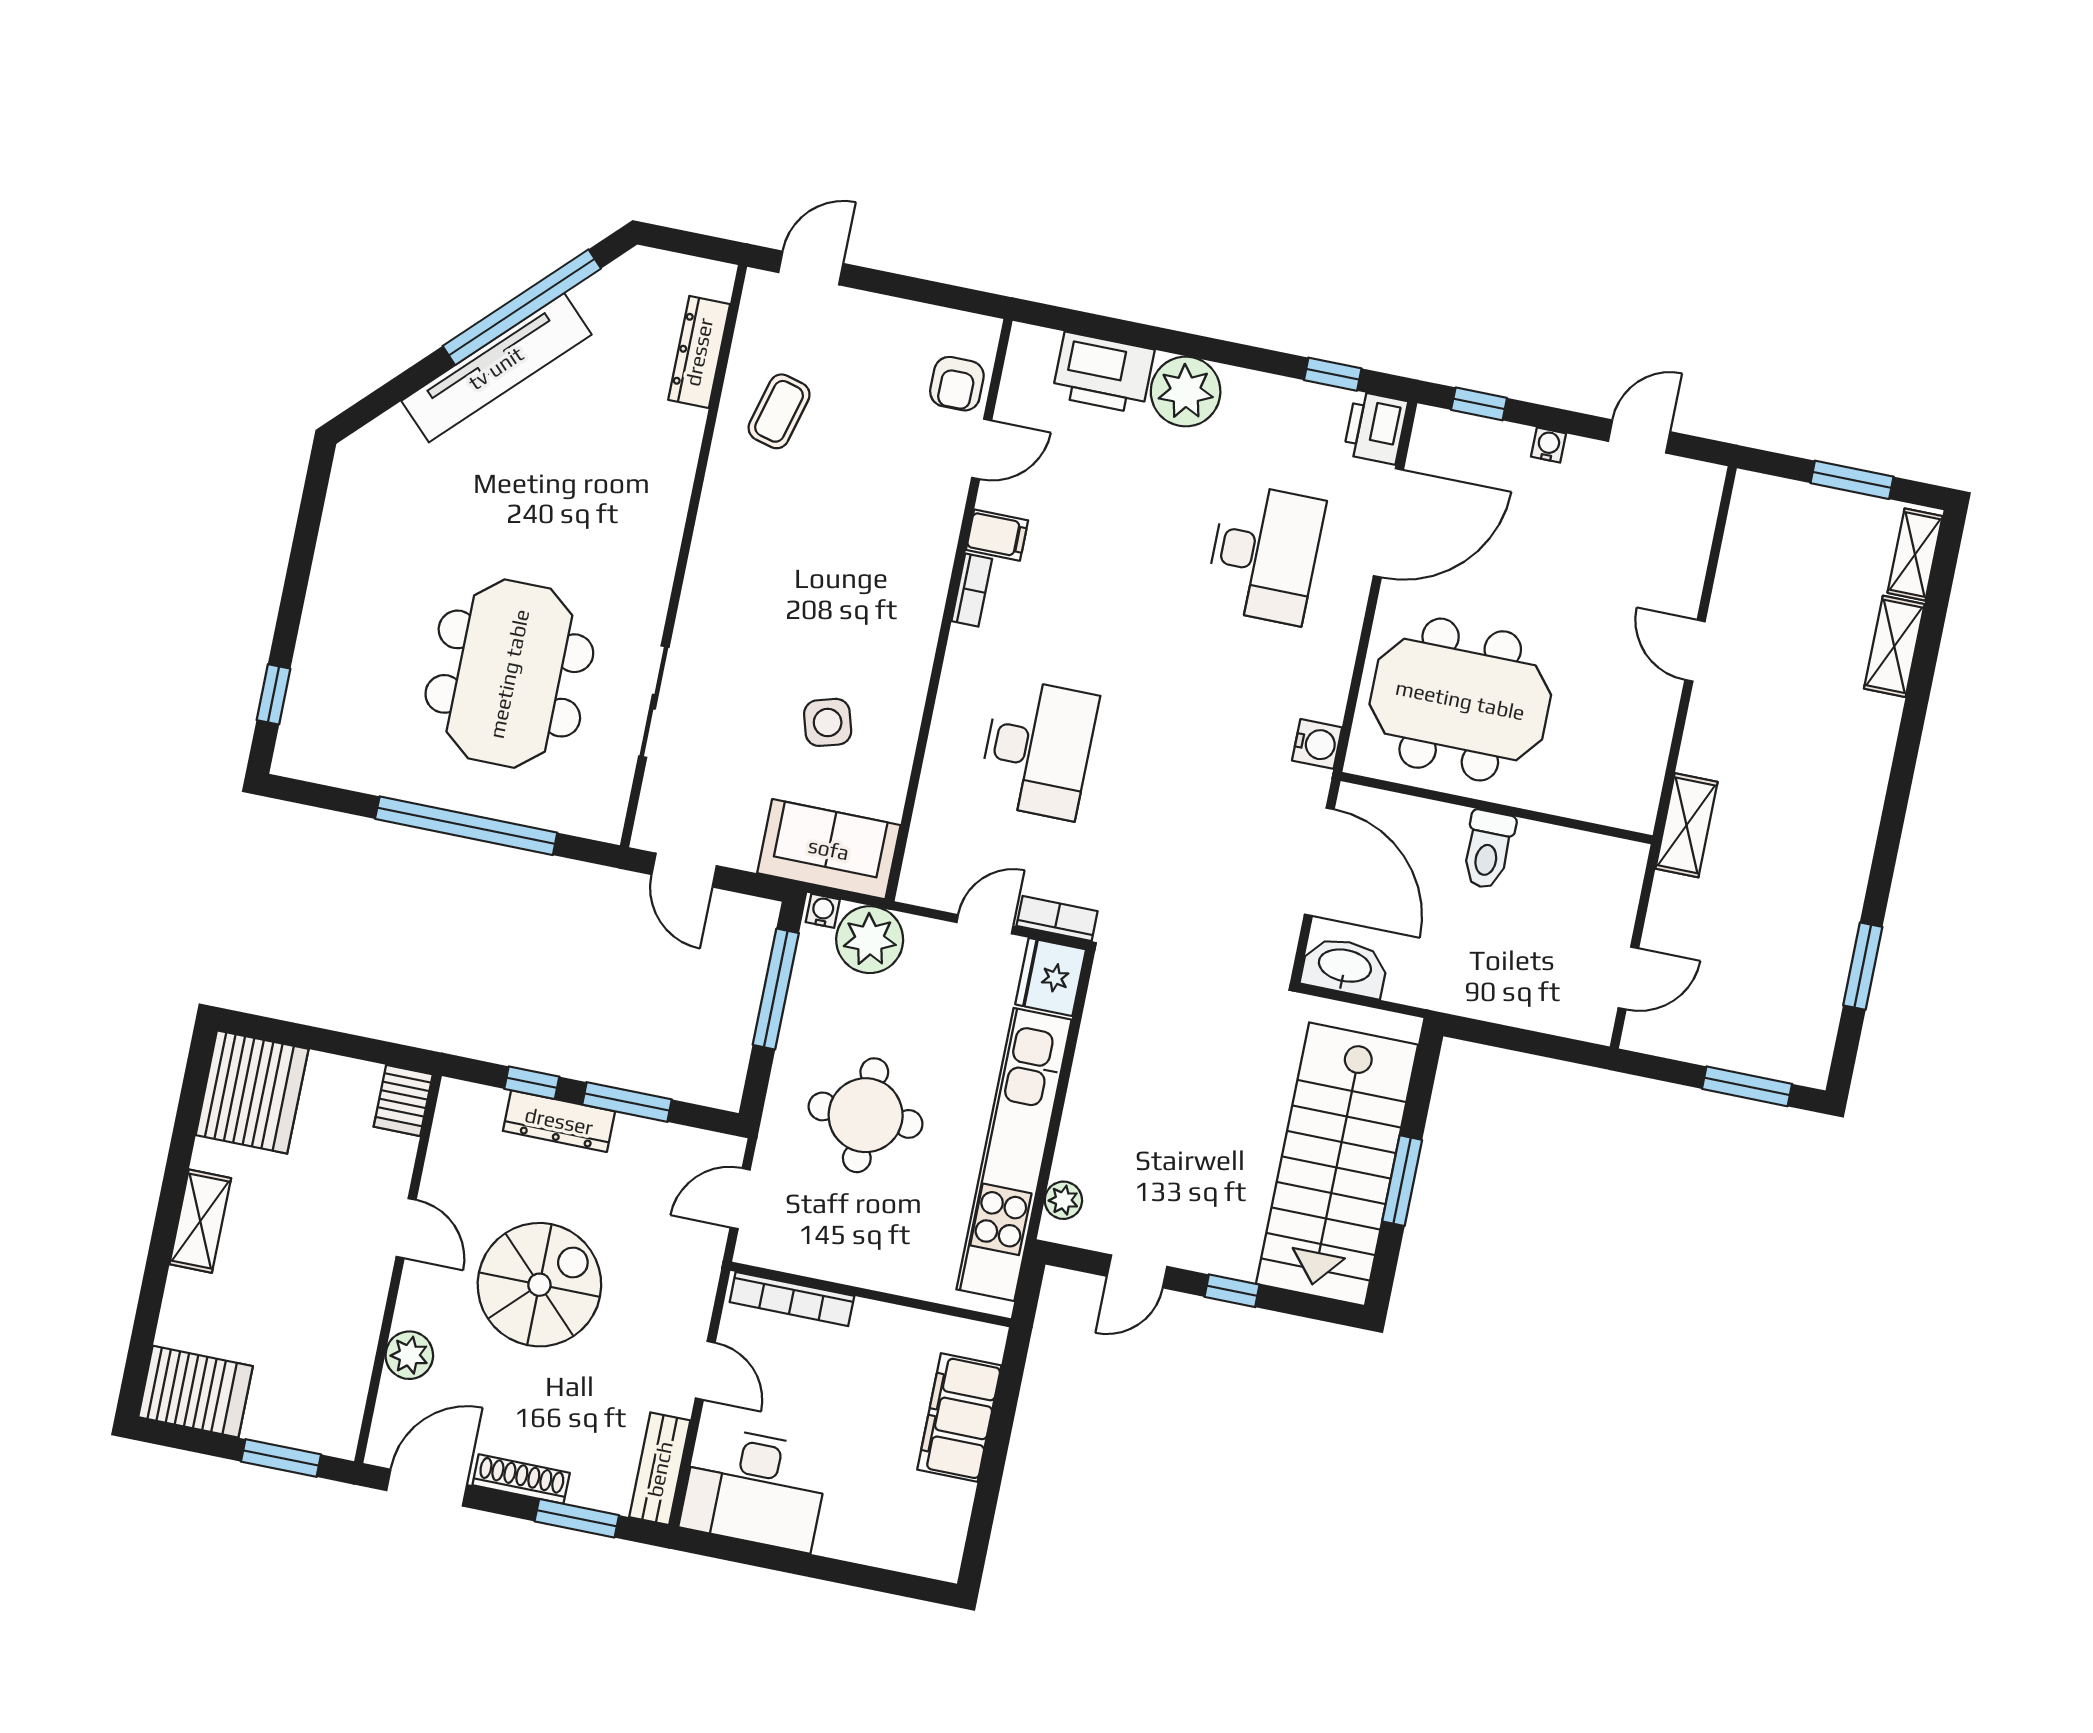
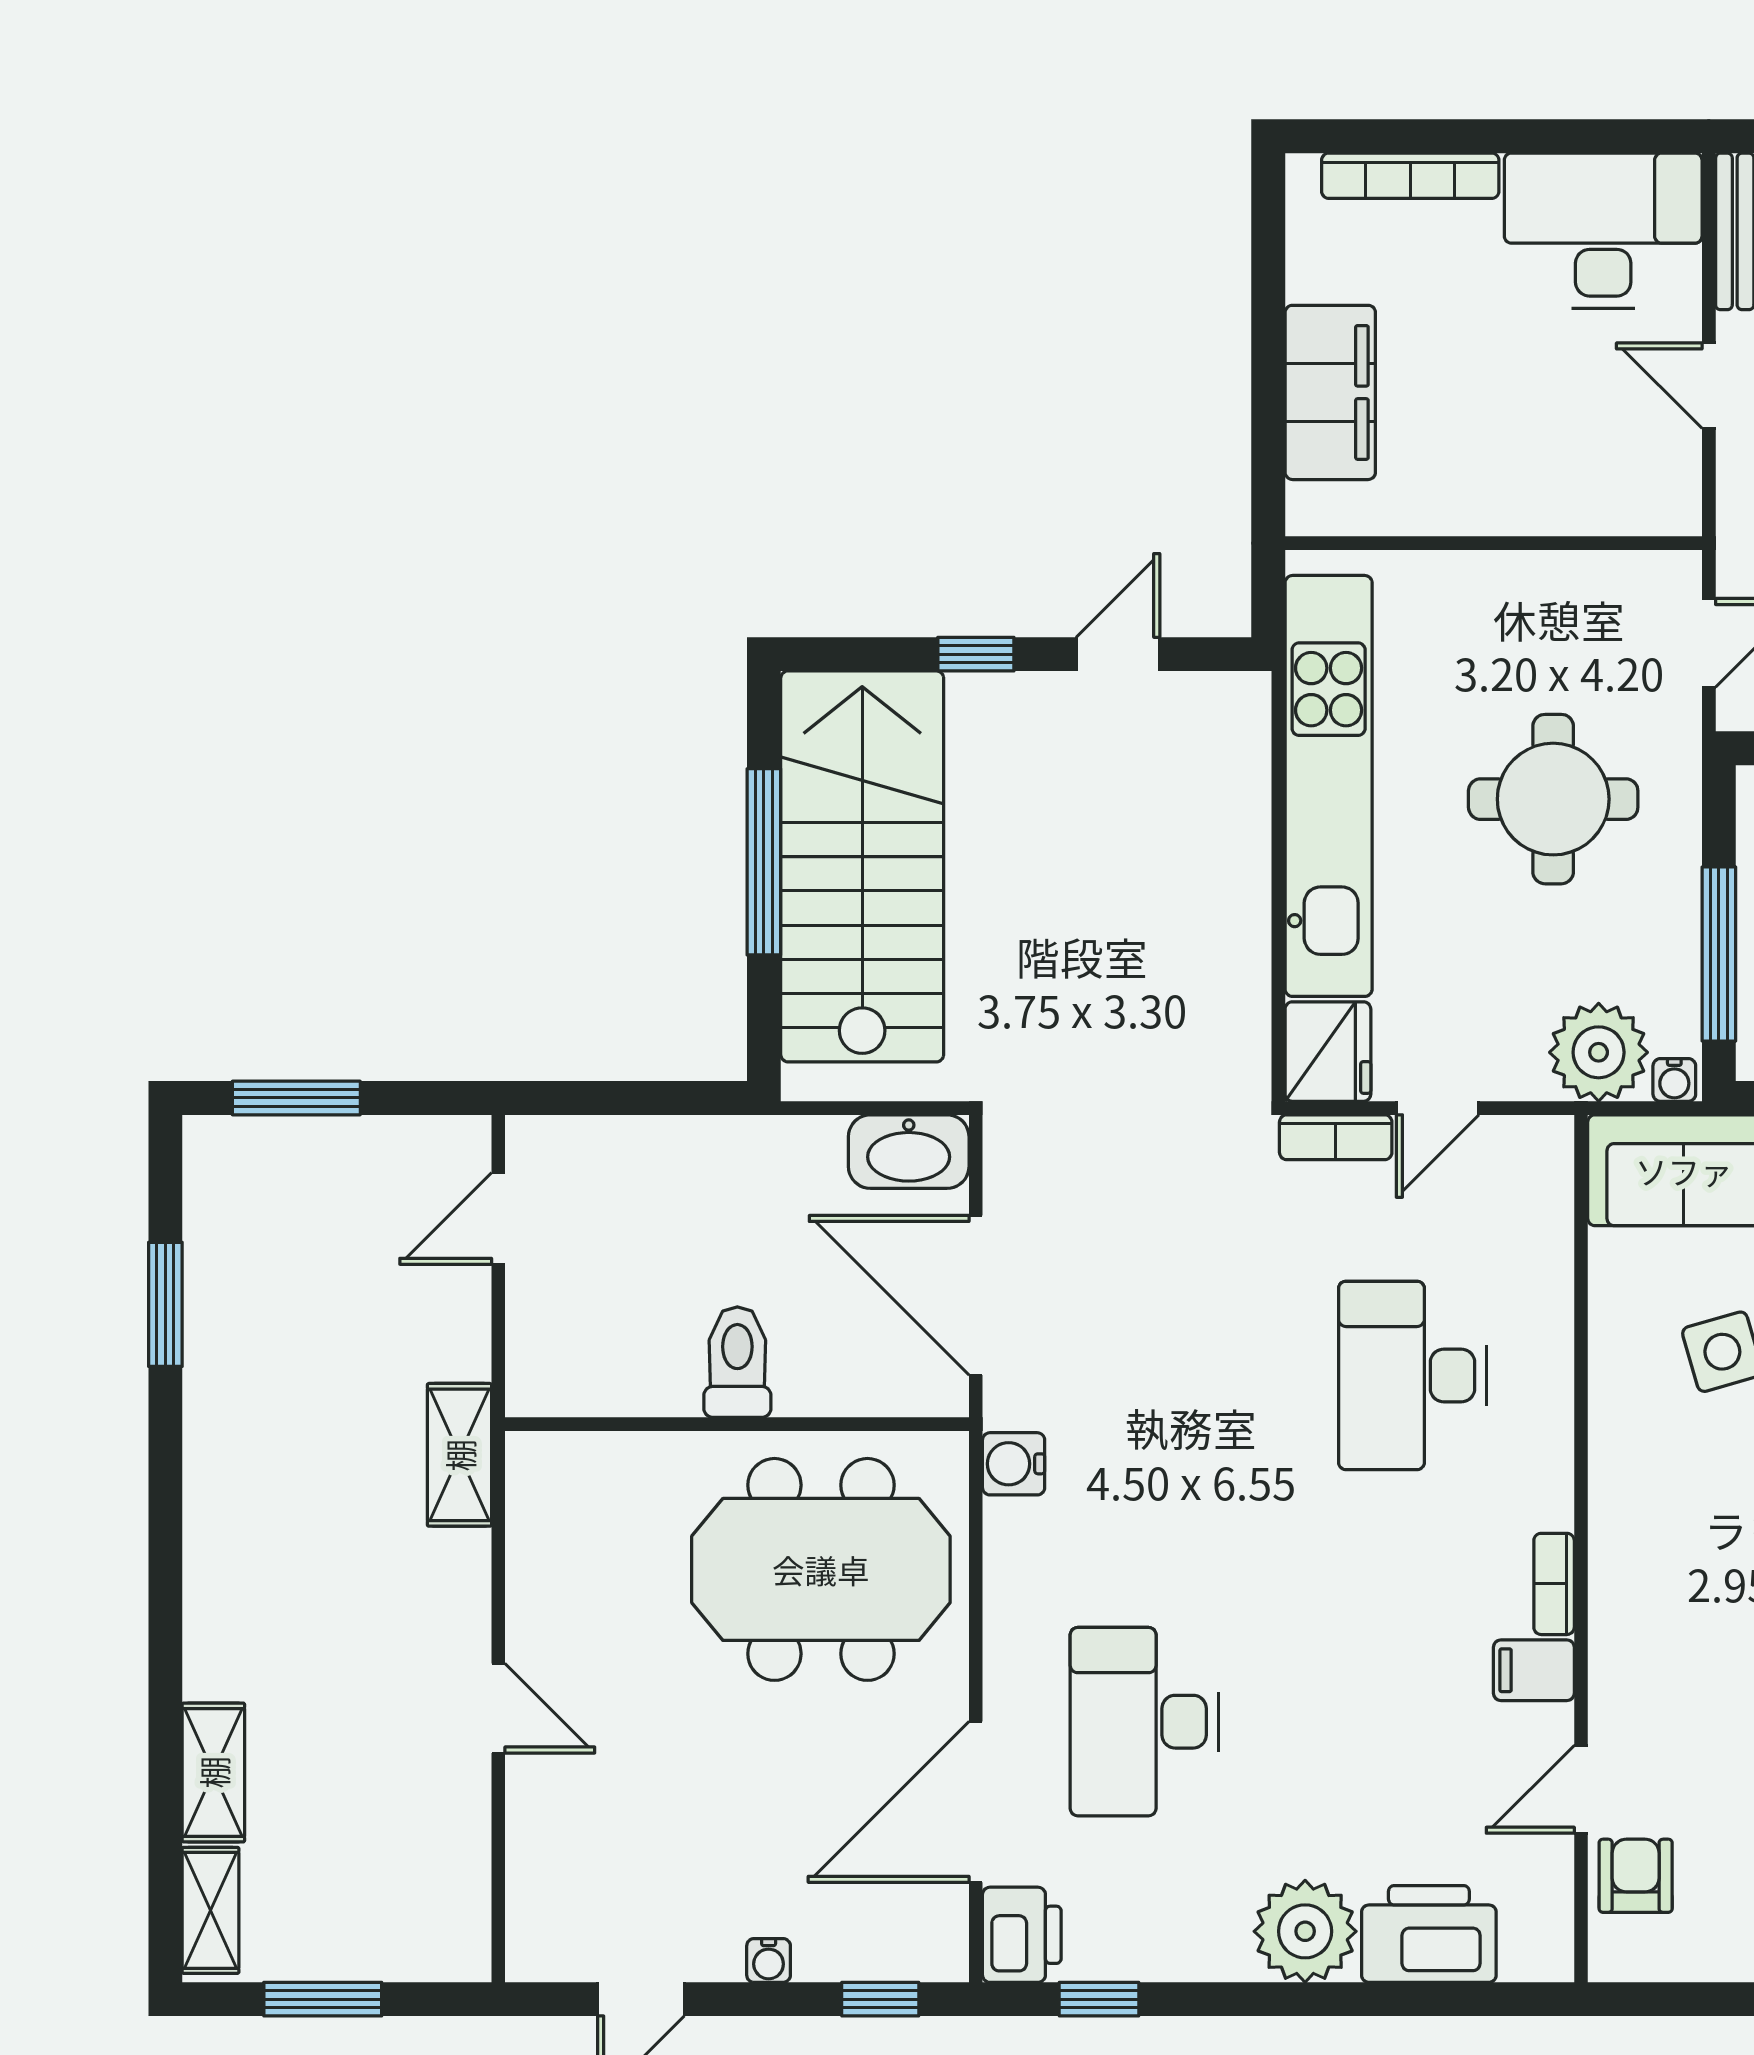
window: (1402, 1181) -> (764, 862), width x1.44
plant: (1063, 1200) -> (1244, 735), removed
bookcase: (792, 1299) -> (1410, 176), moved, turned 180

